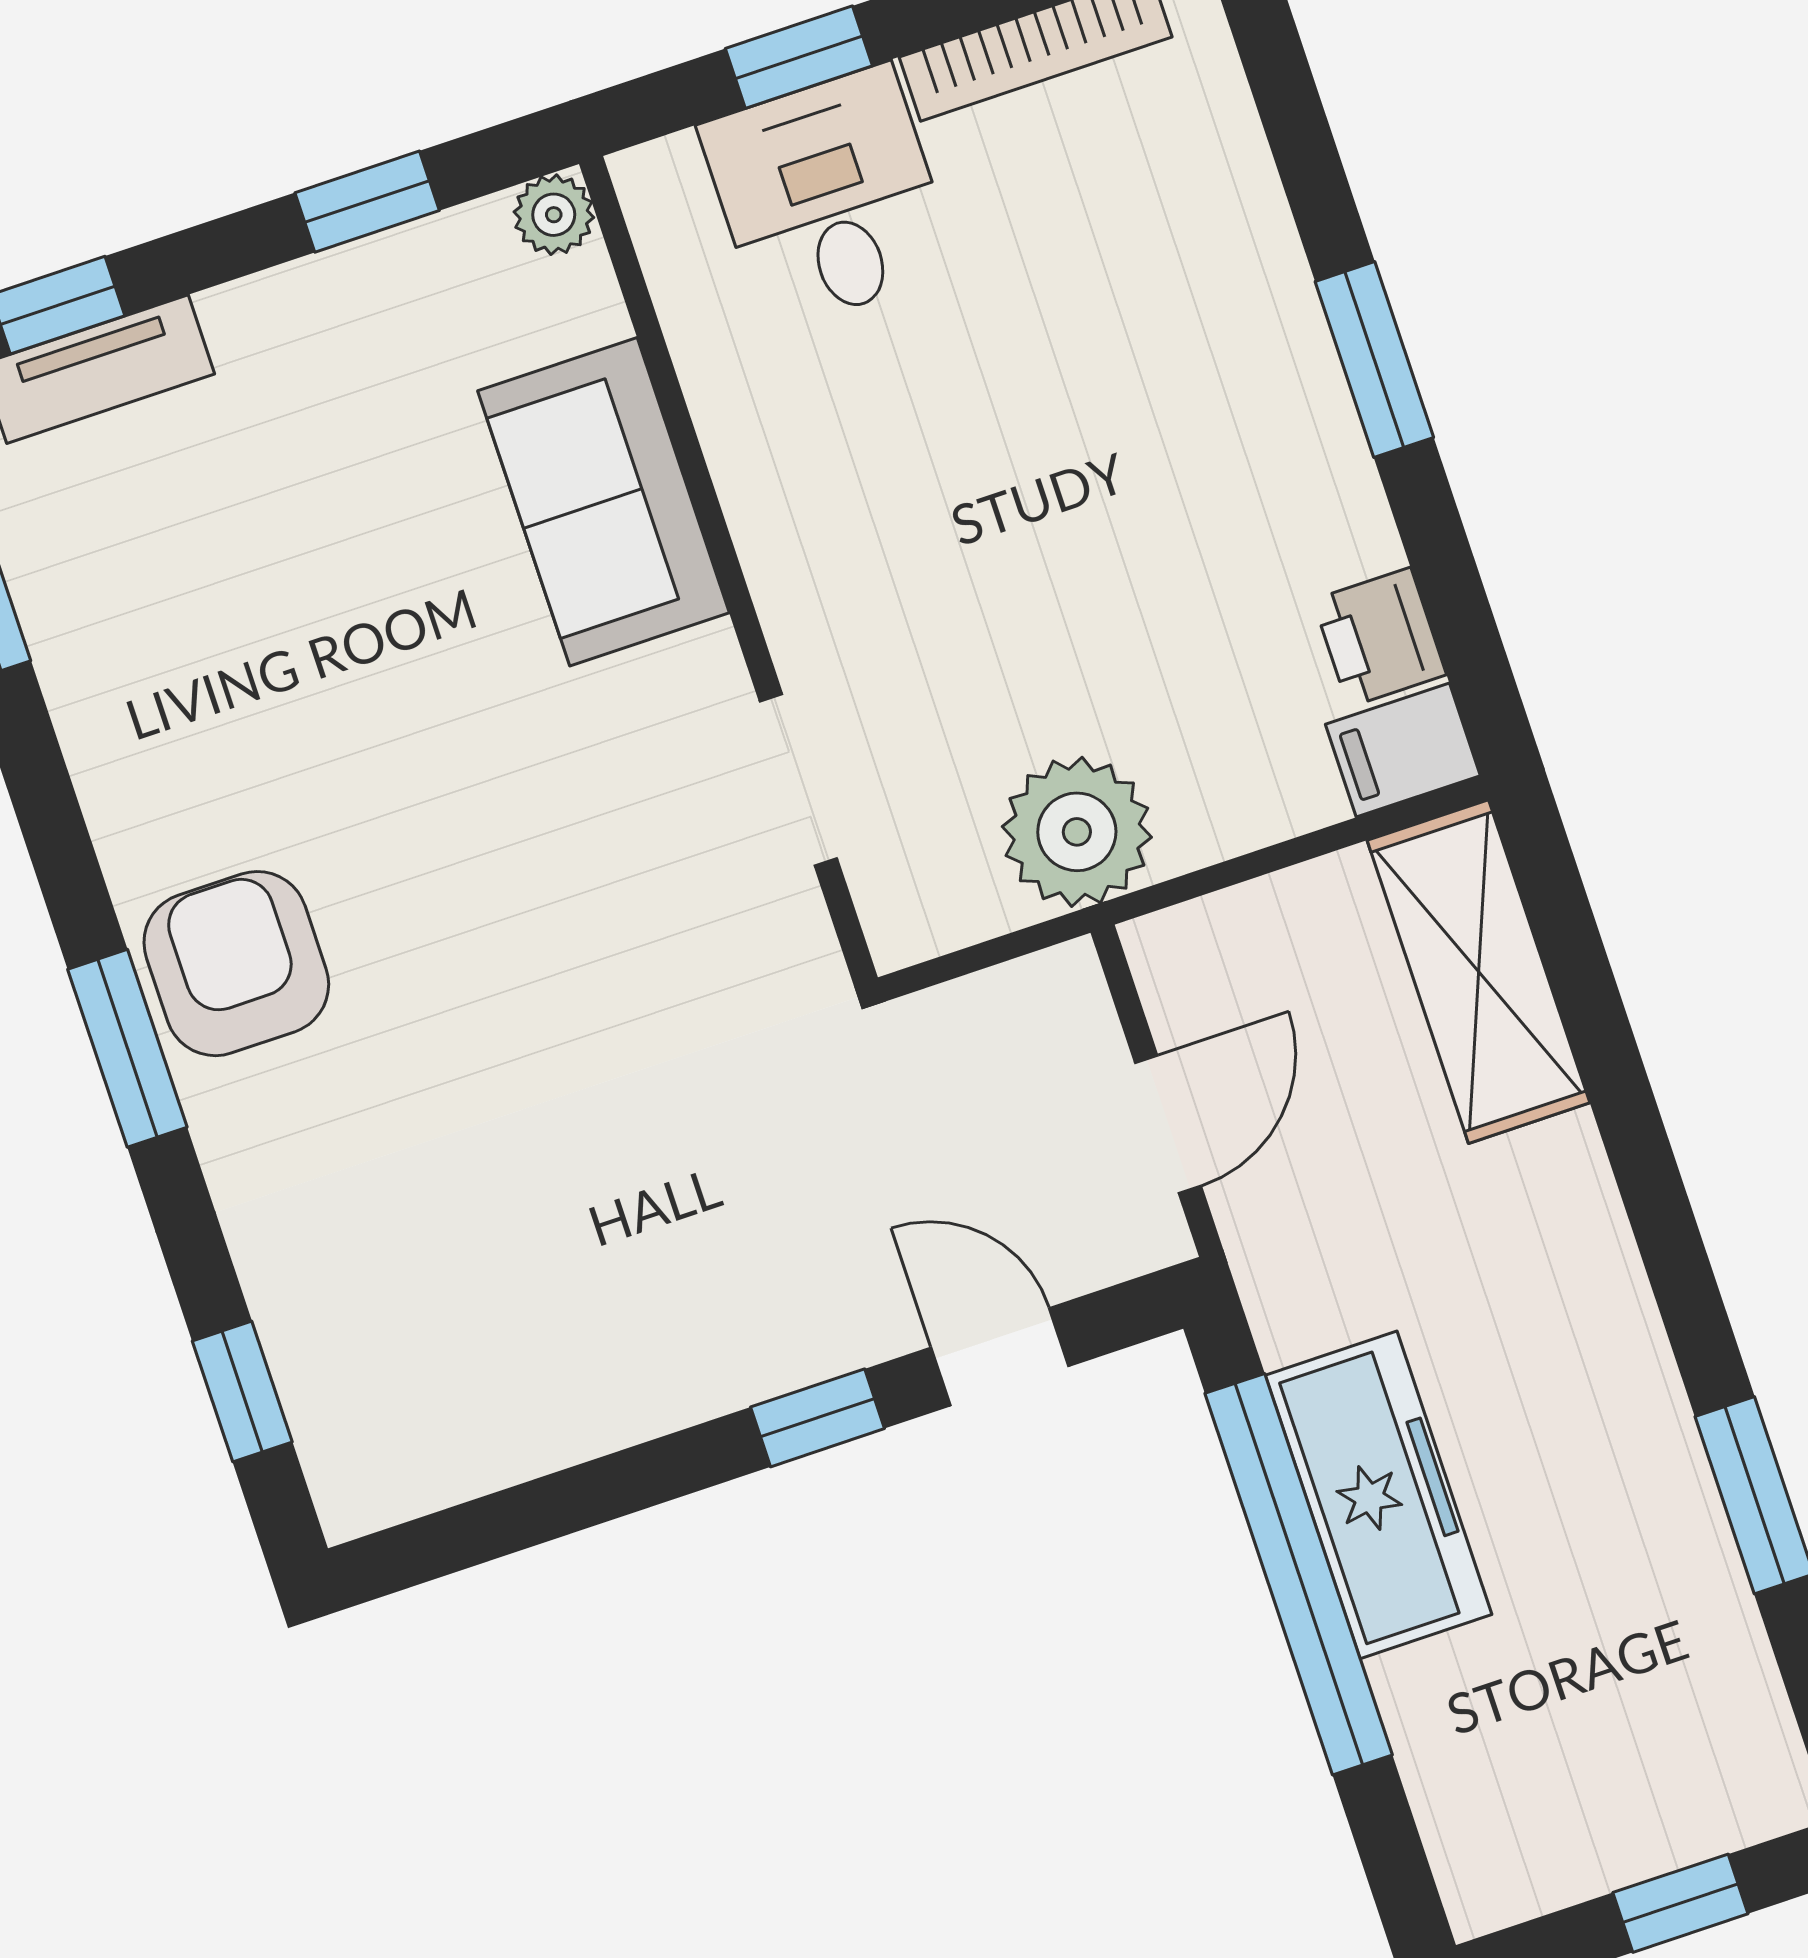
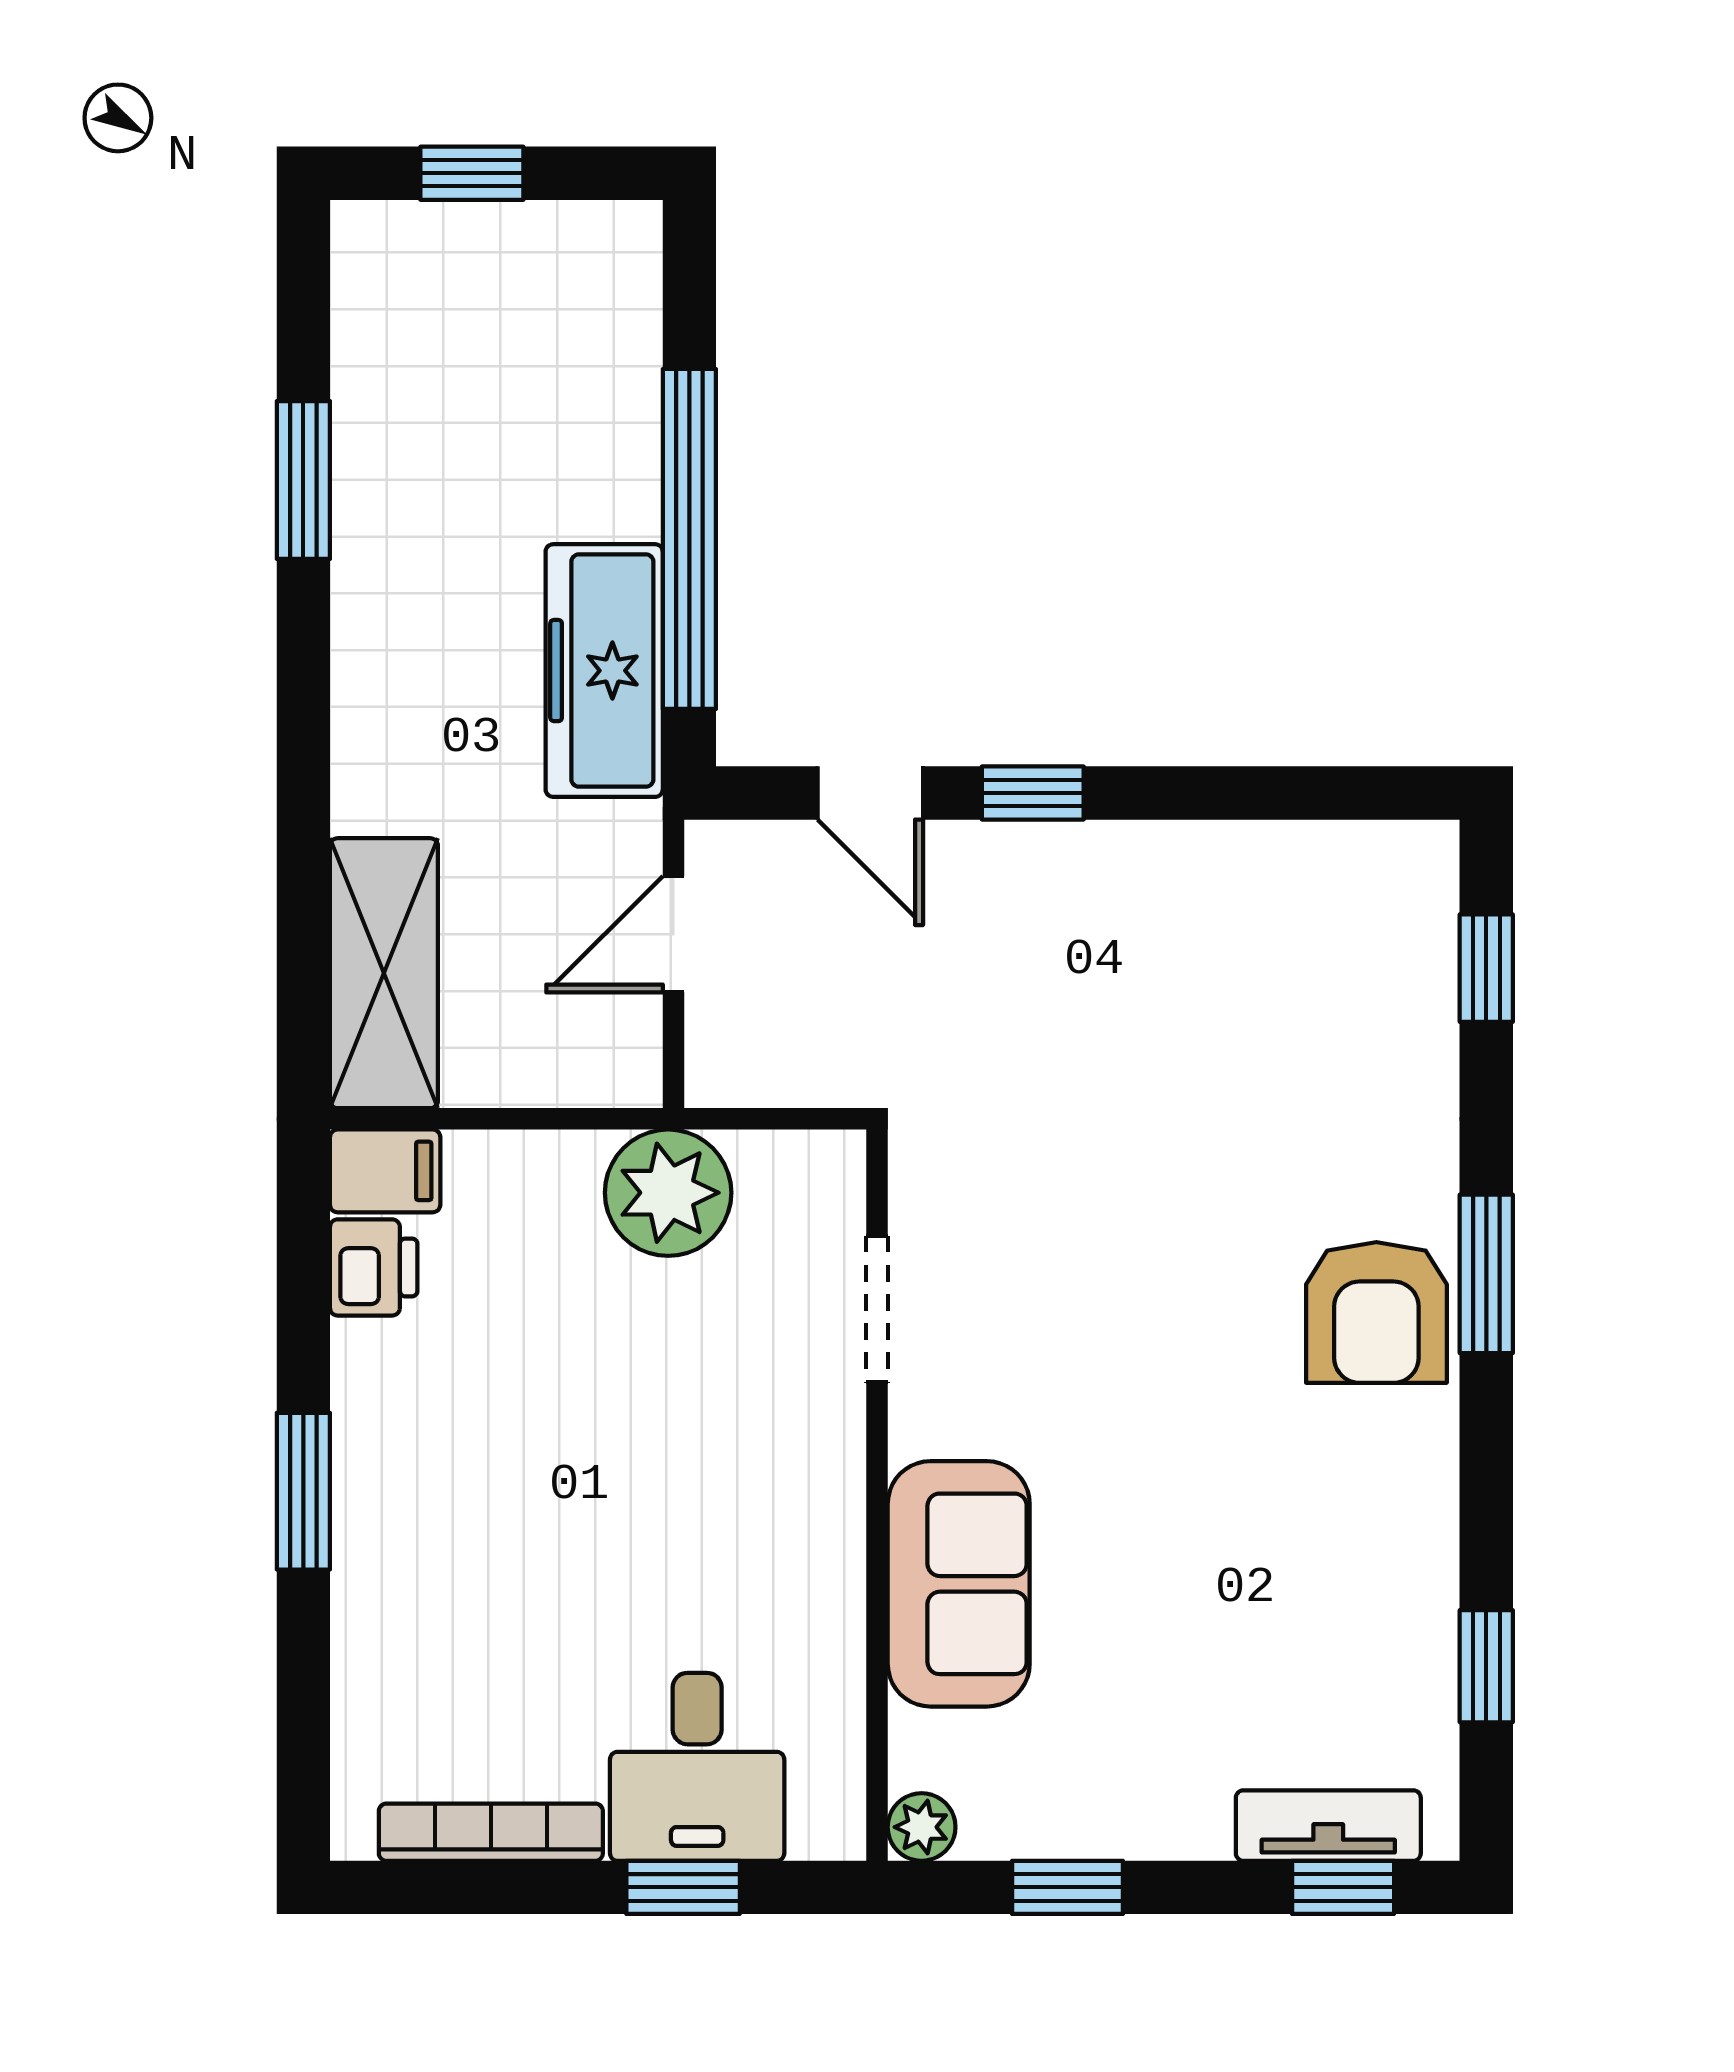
freezer: (1379, 1495) -> (604, 671), moved

